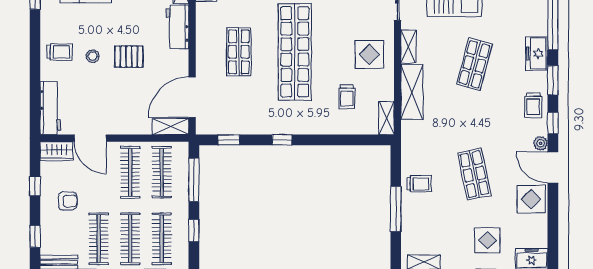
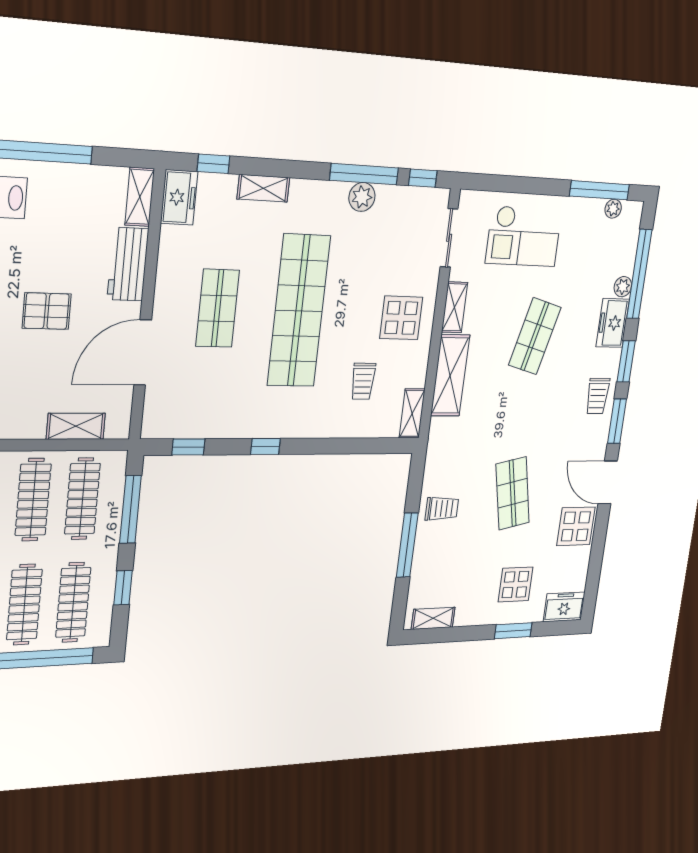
door: (192, 97) -> (143, 353), moved
window: (553, 123) -> (617, 421), width x1.50
shelving: (171, 127) -> (76, 426), moved
plant: (541, 143) -> (623, 287), moved

